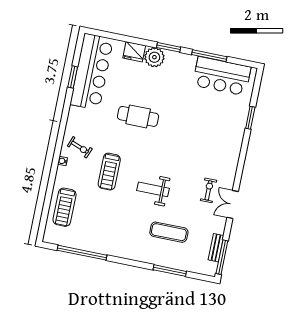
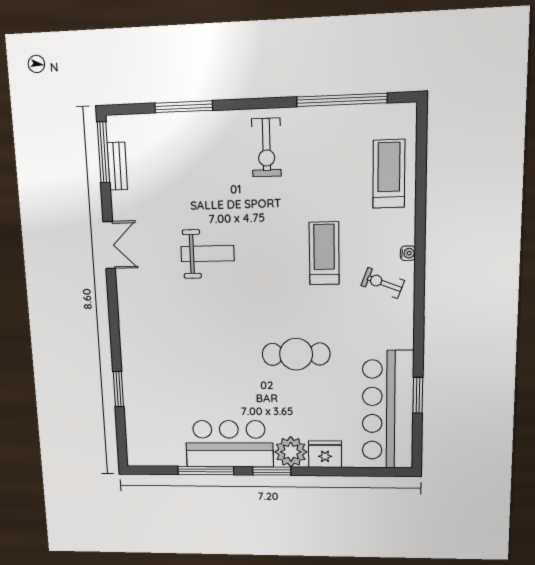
bar counter: (222, 76) -> (229, 444), moved
weight bench: (153, 189) -> (208, 254), moved
exercise bike: (209, 190) -> (266, 148), moved, width x1.38, depth x1.39
exercise mat: (169, 232) -> (201, 174), removed

